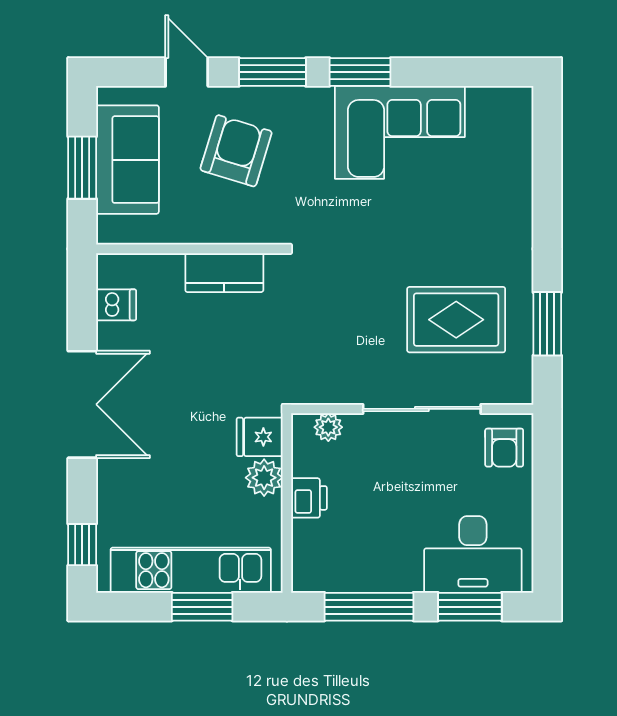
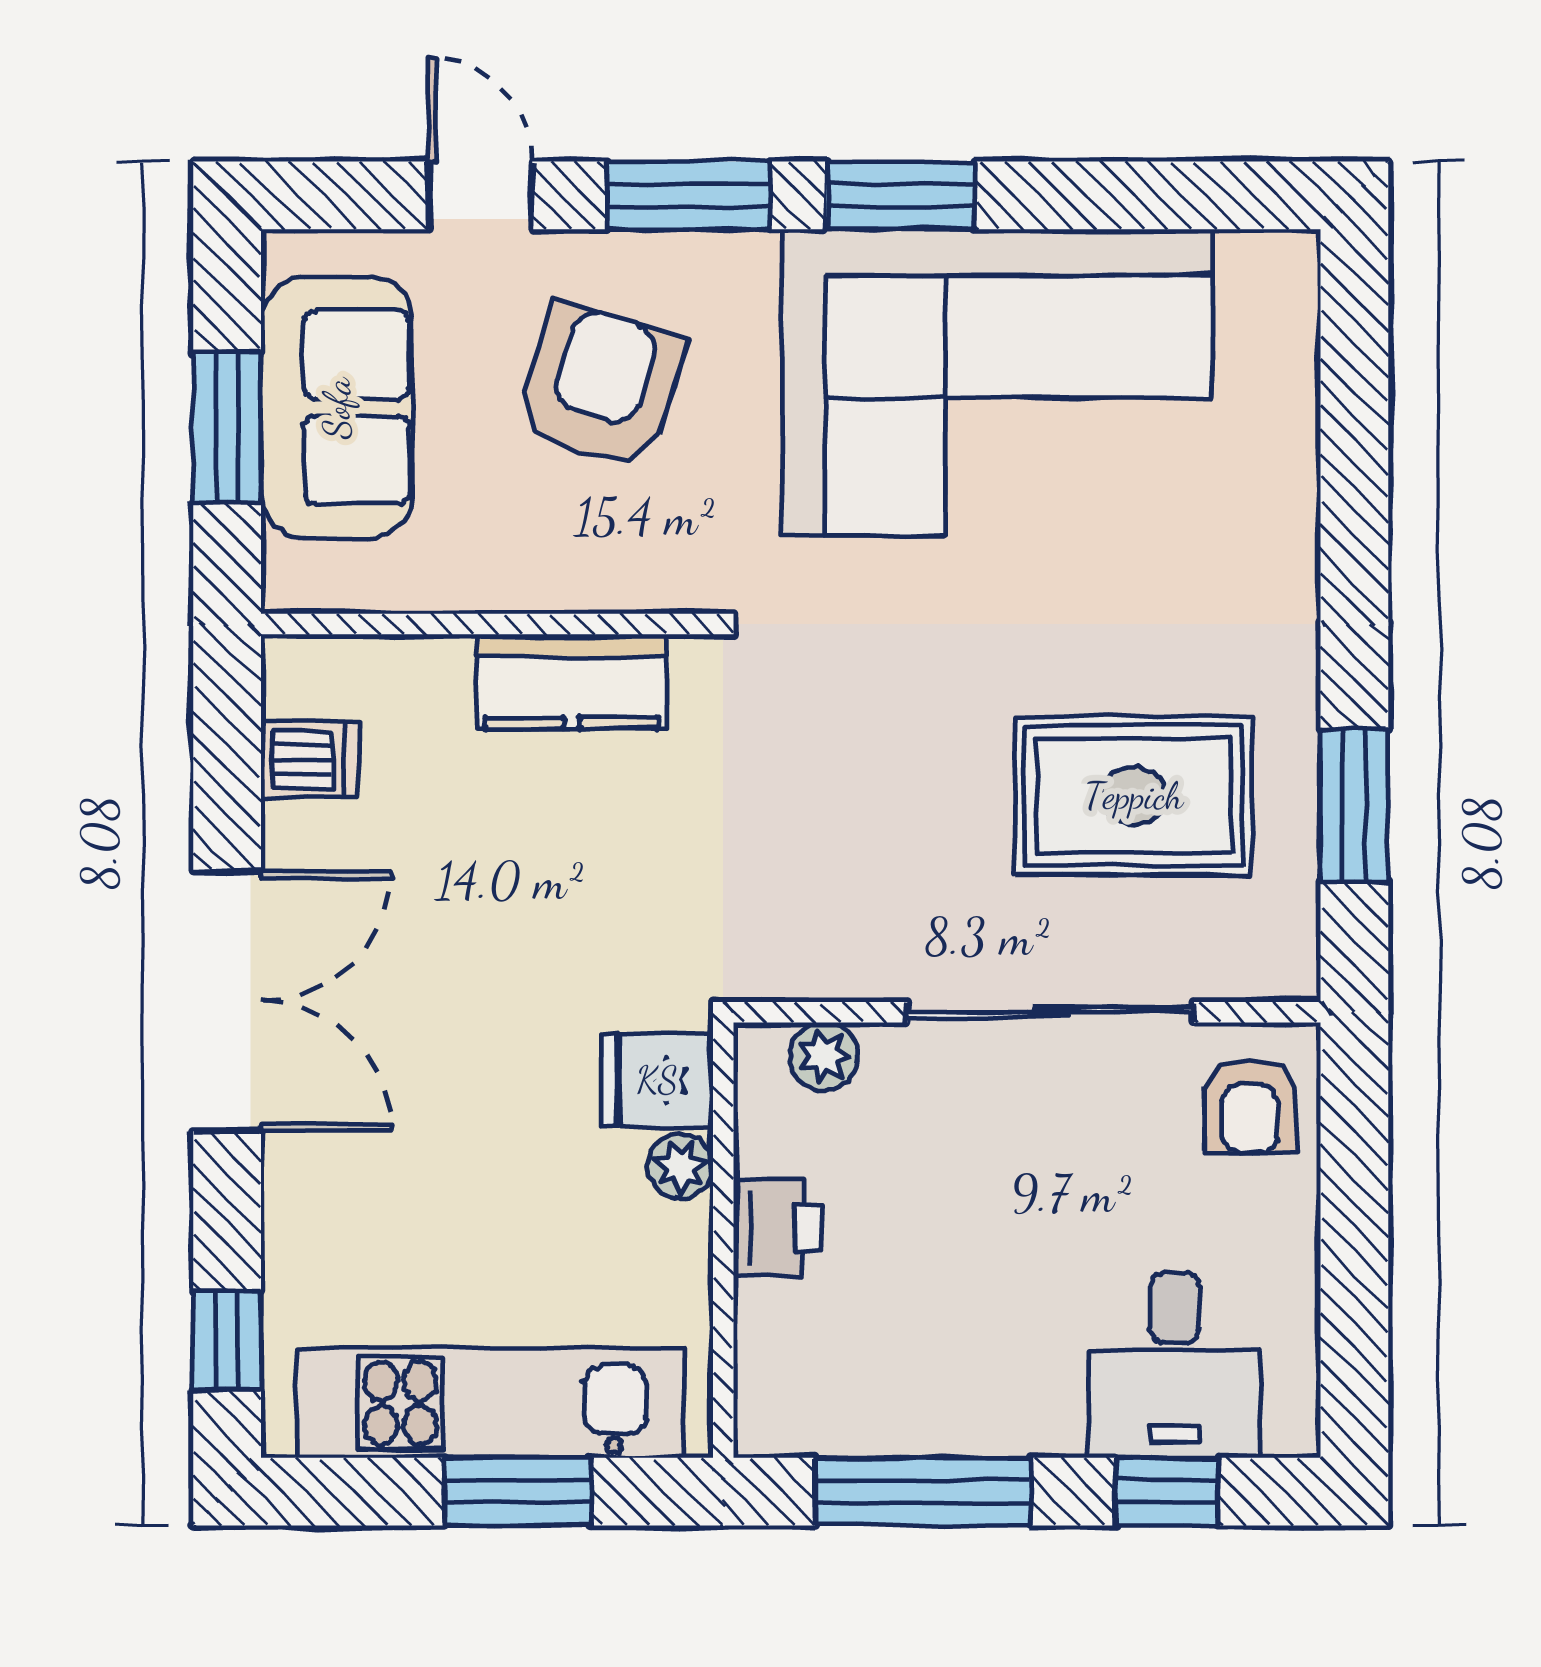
corner sofa: (400, 132) -> (997, 382), width x1.36, depth x1.36
plant: (264, 478) -> (680, 1166), width x0.73, depth x0.73
desk: (473, 554) -> (1174, 1365), width x0.73
window: (470, 607) -> (1167, 1492), width x0.67

